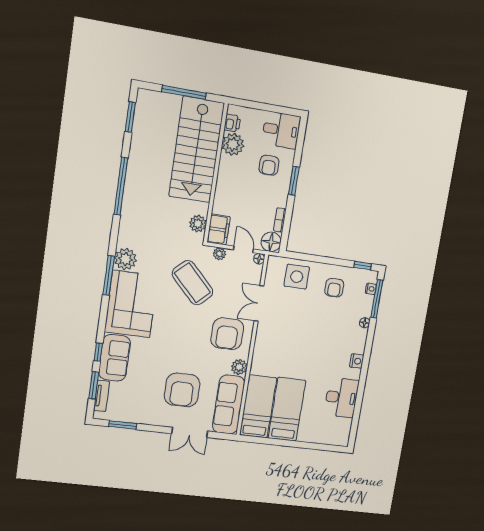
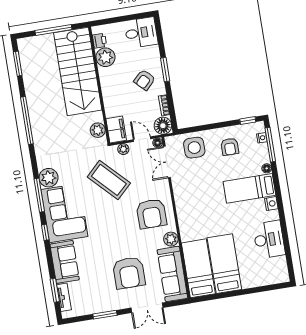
armchair: (269, 165) -> (145, 80), moved, turned 45
double door: (259, 303) -> (167, 162), moved
bed: (340, 338) -> (249, 188), added
window: (98, 352) -> (45, 232), moved
window: (123, 425) -> (105, 315), moved

